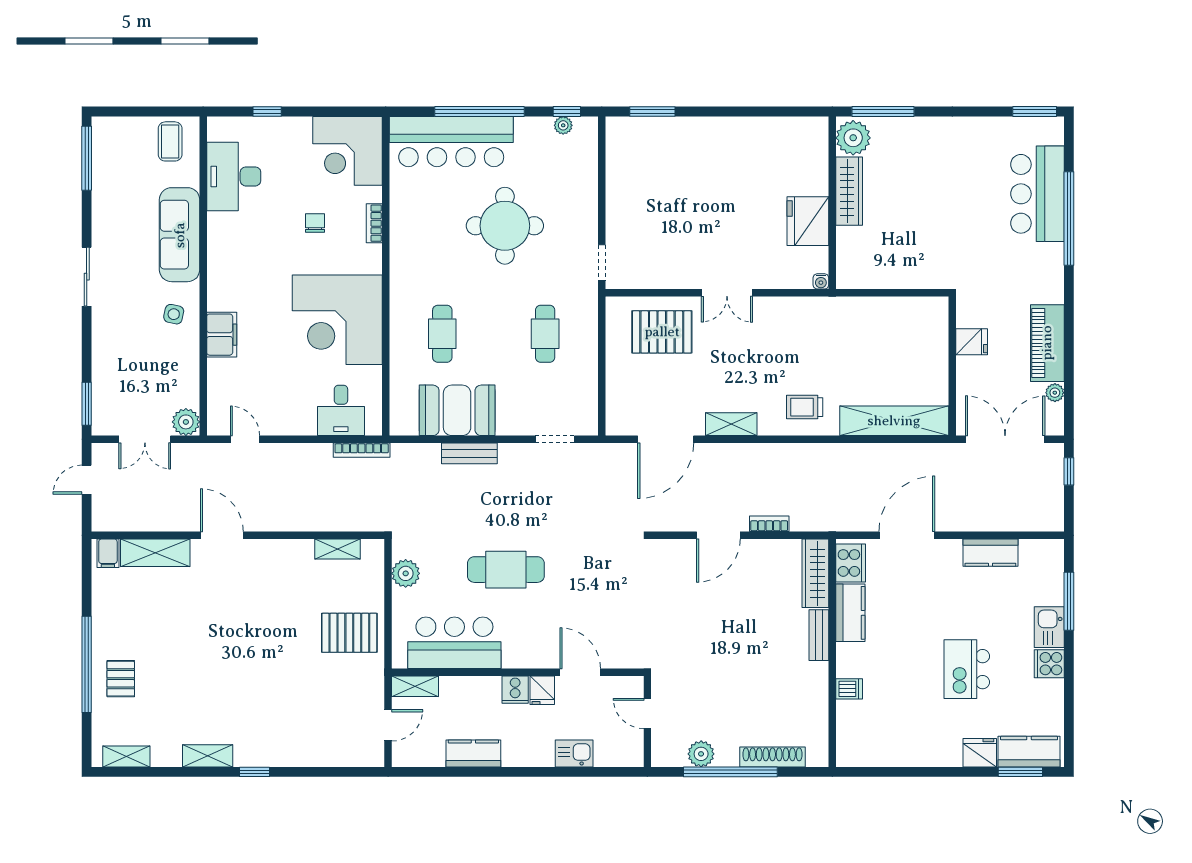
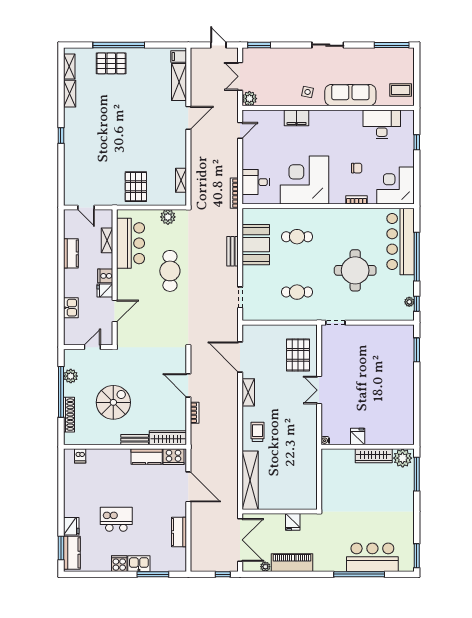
fridge: (808, 221) -> (358, 437), width x0.53, depth x0.75
spiral stairs: (750, 675) -> (113, 402), added
pallet: (121, 679) -> (111, 63), width x1.50, depth x1.42
shelving: (415, 686) -> (107, 240), moved
dishwasher: (849, 689) -> (80, 456), moved
shelving: (208, 756) -> (70, 94), moved

